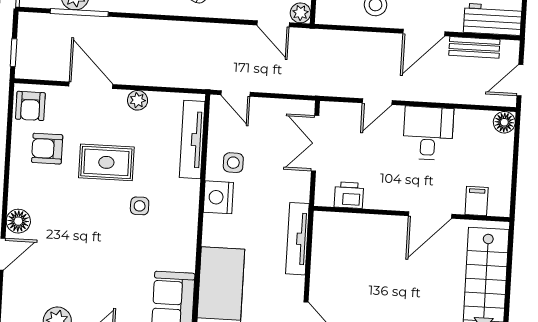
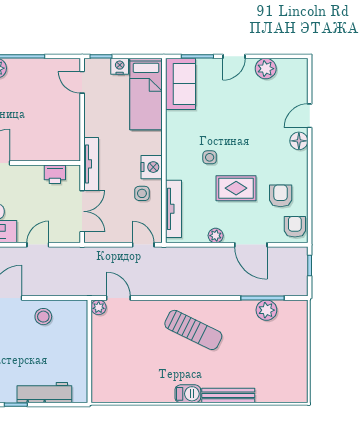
armchair: (47, 149) -> (281, 196), turned -90
tv unit: (297, 239) -> (91, 164), moved

